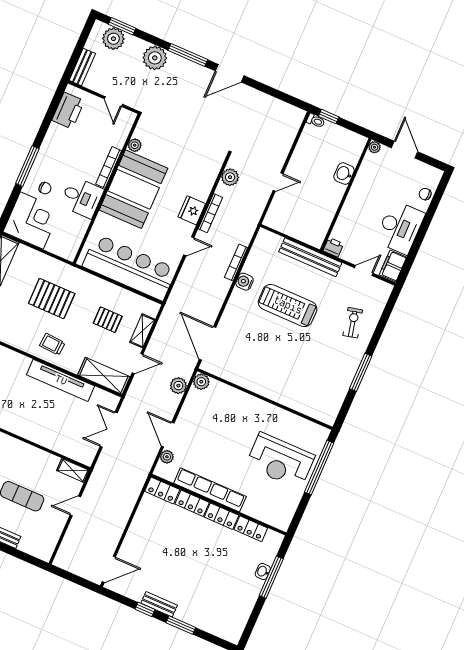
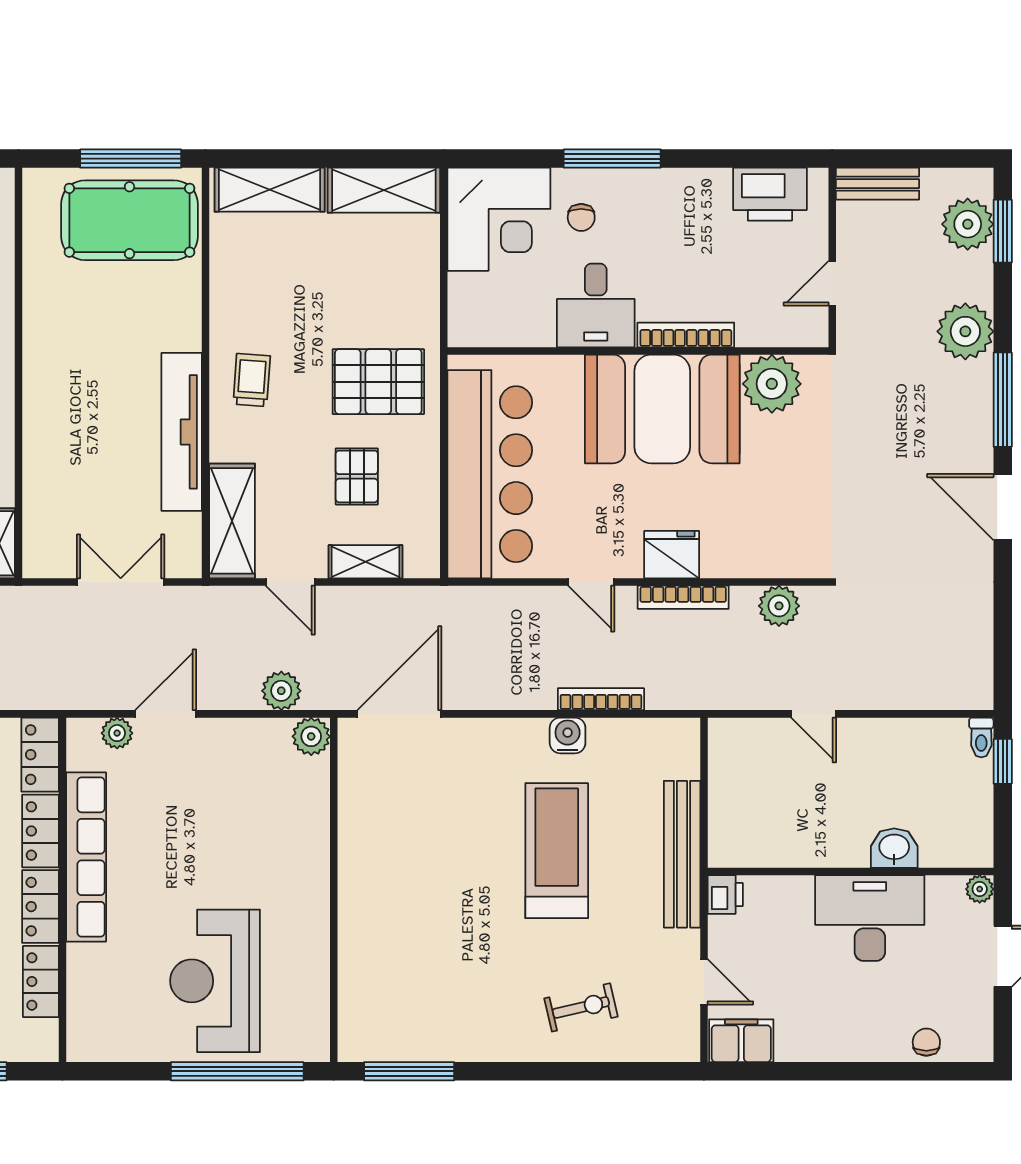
plant: (135, 145) -> (772, 384), width x1.88, depth x1.88
desk: (400, 227) -> (870, 918), moved, turned 180
pallet: (52, 299) -> (378, 382), moved, turned 90
window: (361, 372) -> (409, 1071), moved

